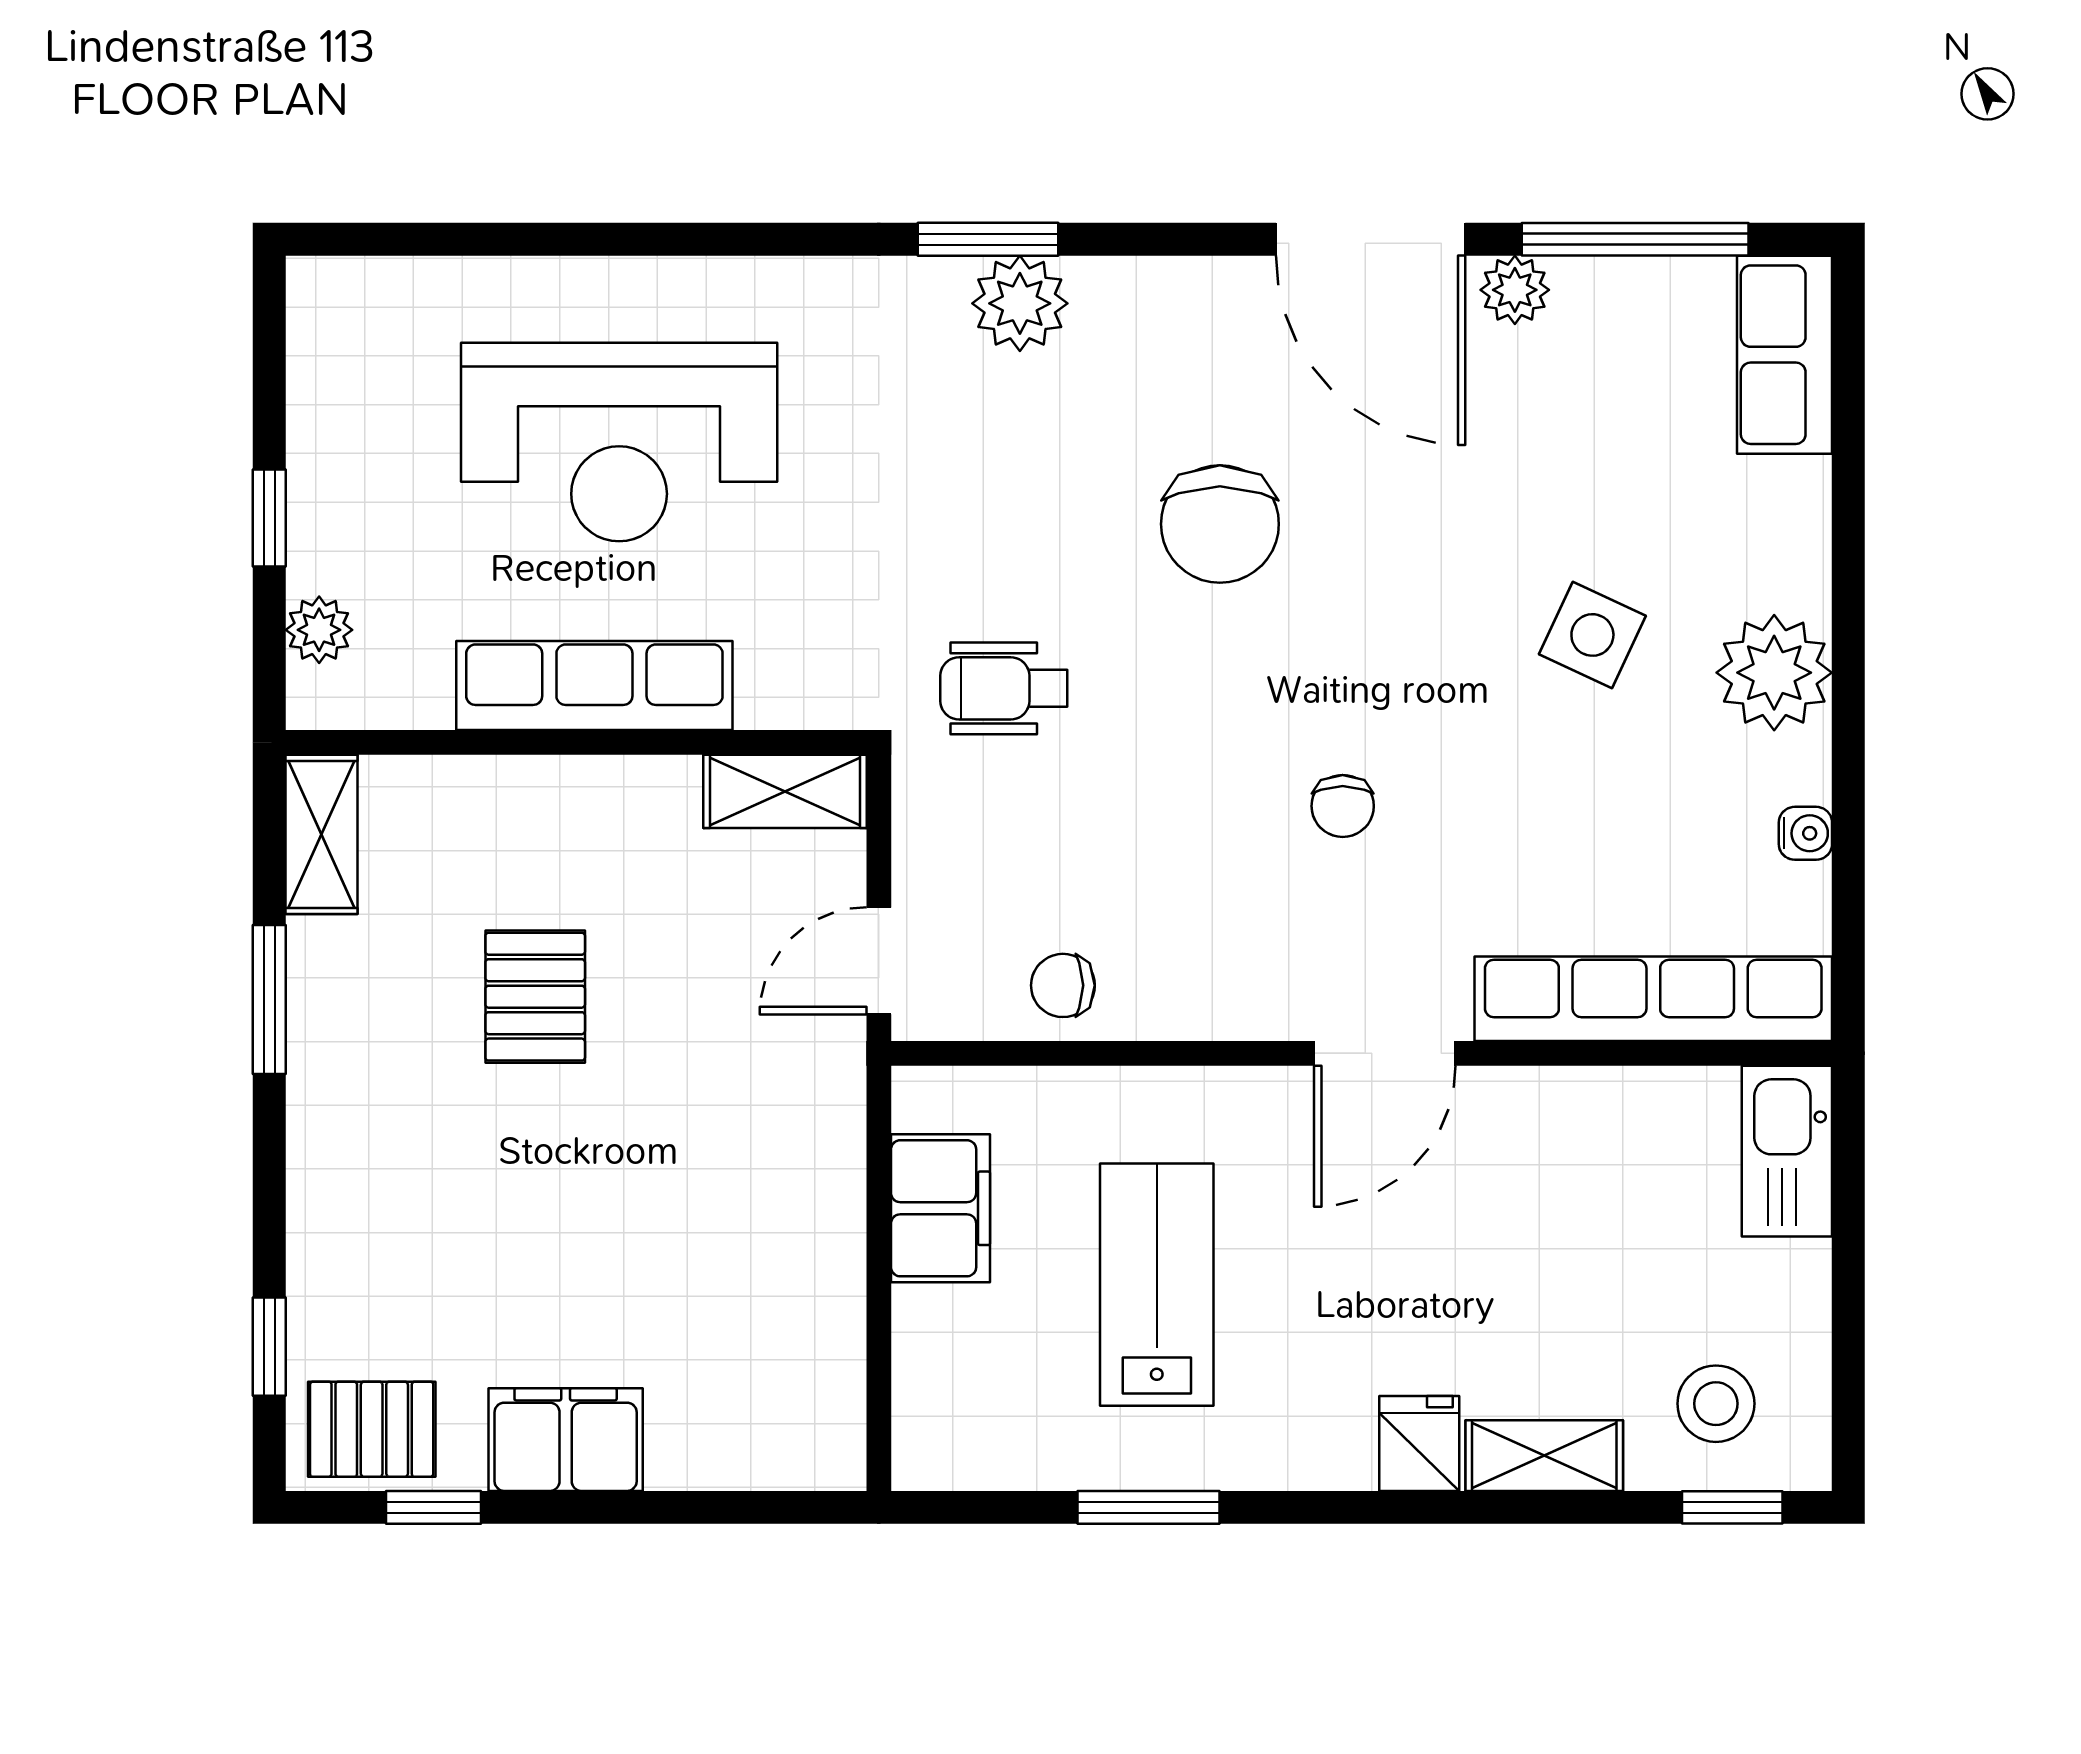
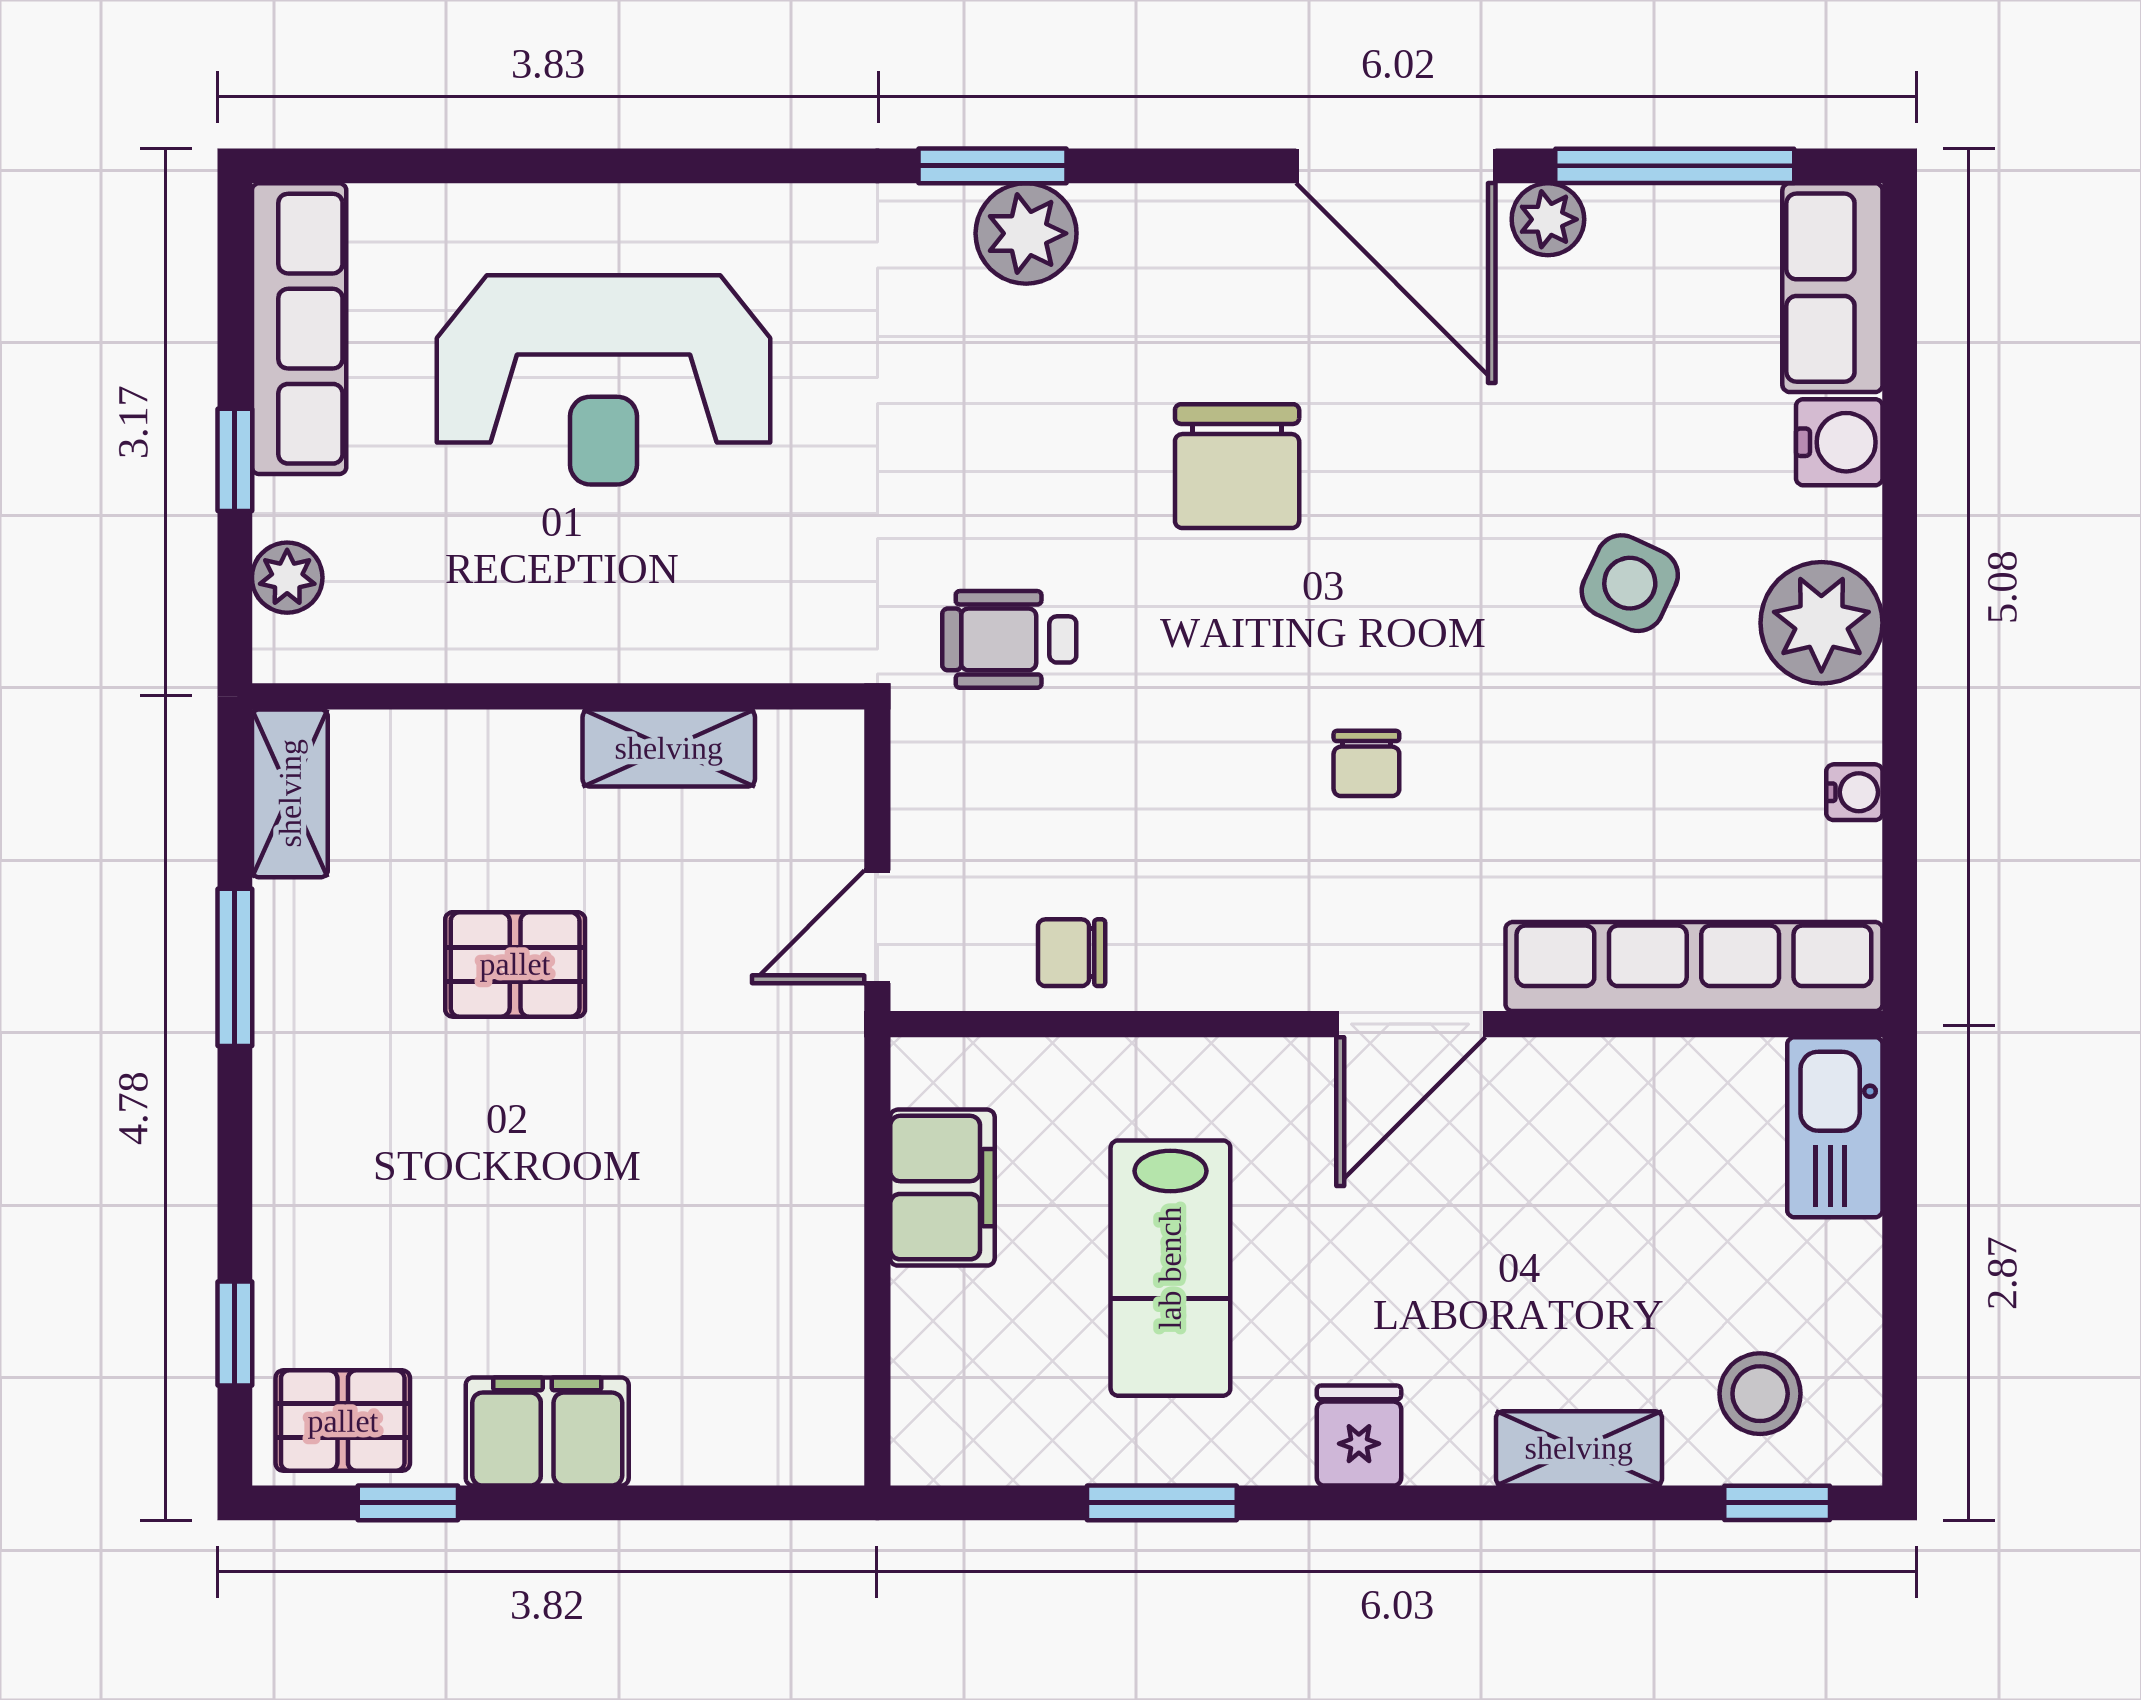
water cooler: (1791, 501) -> (1839, 442), added
row of seats: (594, 685) -> (299, 329), moved, turned 90
shelving: (785, 791) -> (669, 748), moved
pallet: (535, 997) -> (515, 964), turned 90
lab bench: (1157, 1285) -> (1170, 1268), turned 180
fridge: (1419, 1443) -> (1359, 1436), moved

